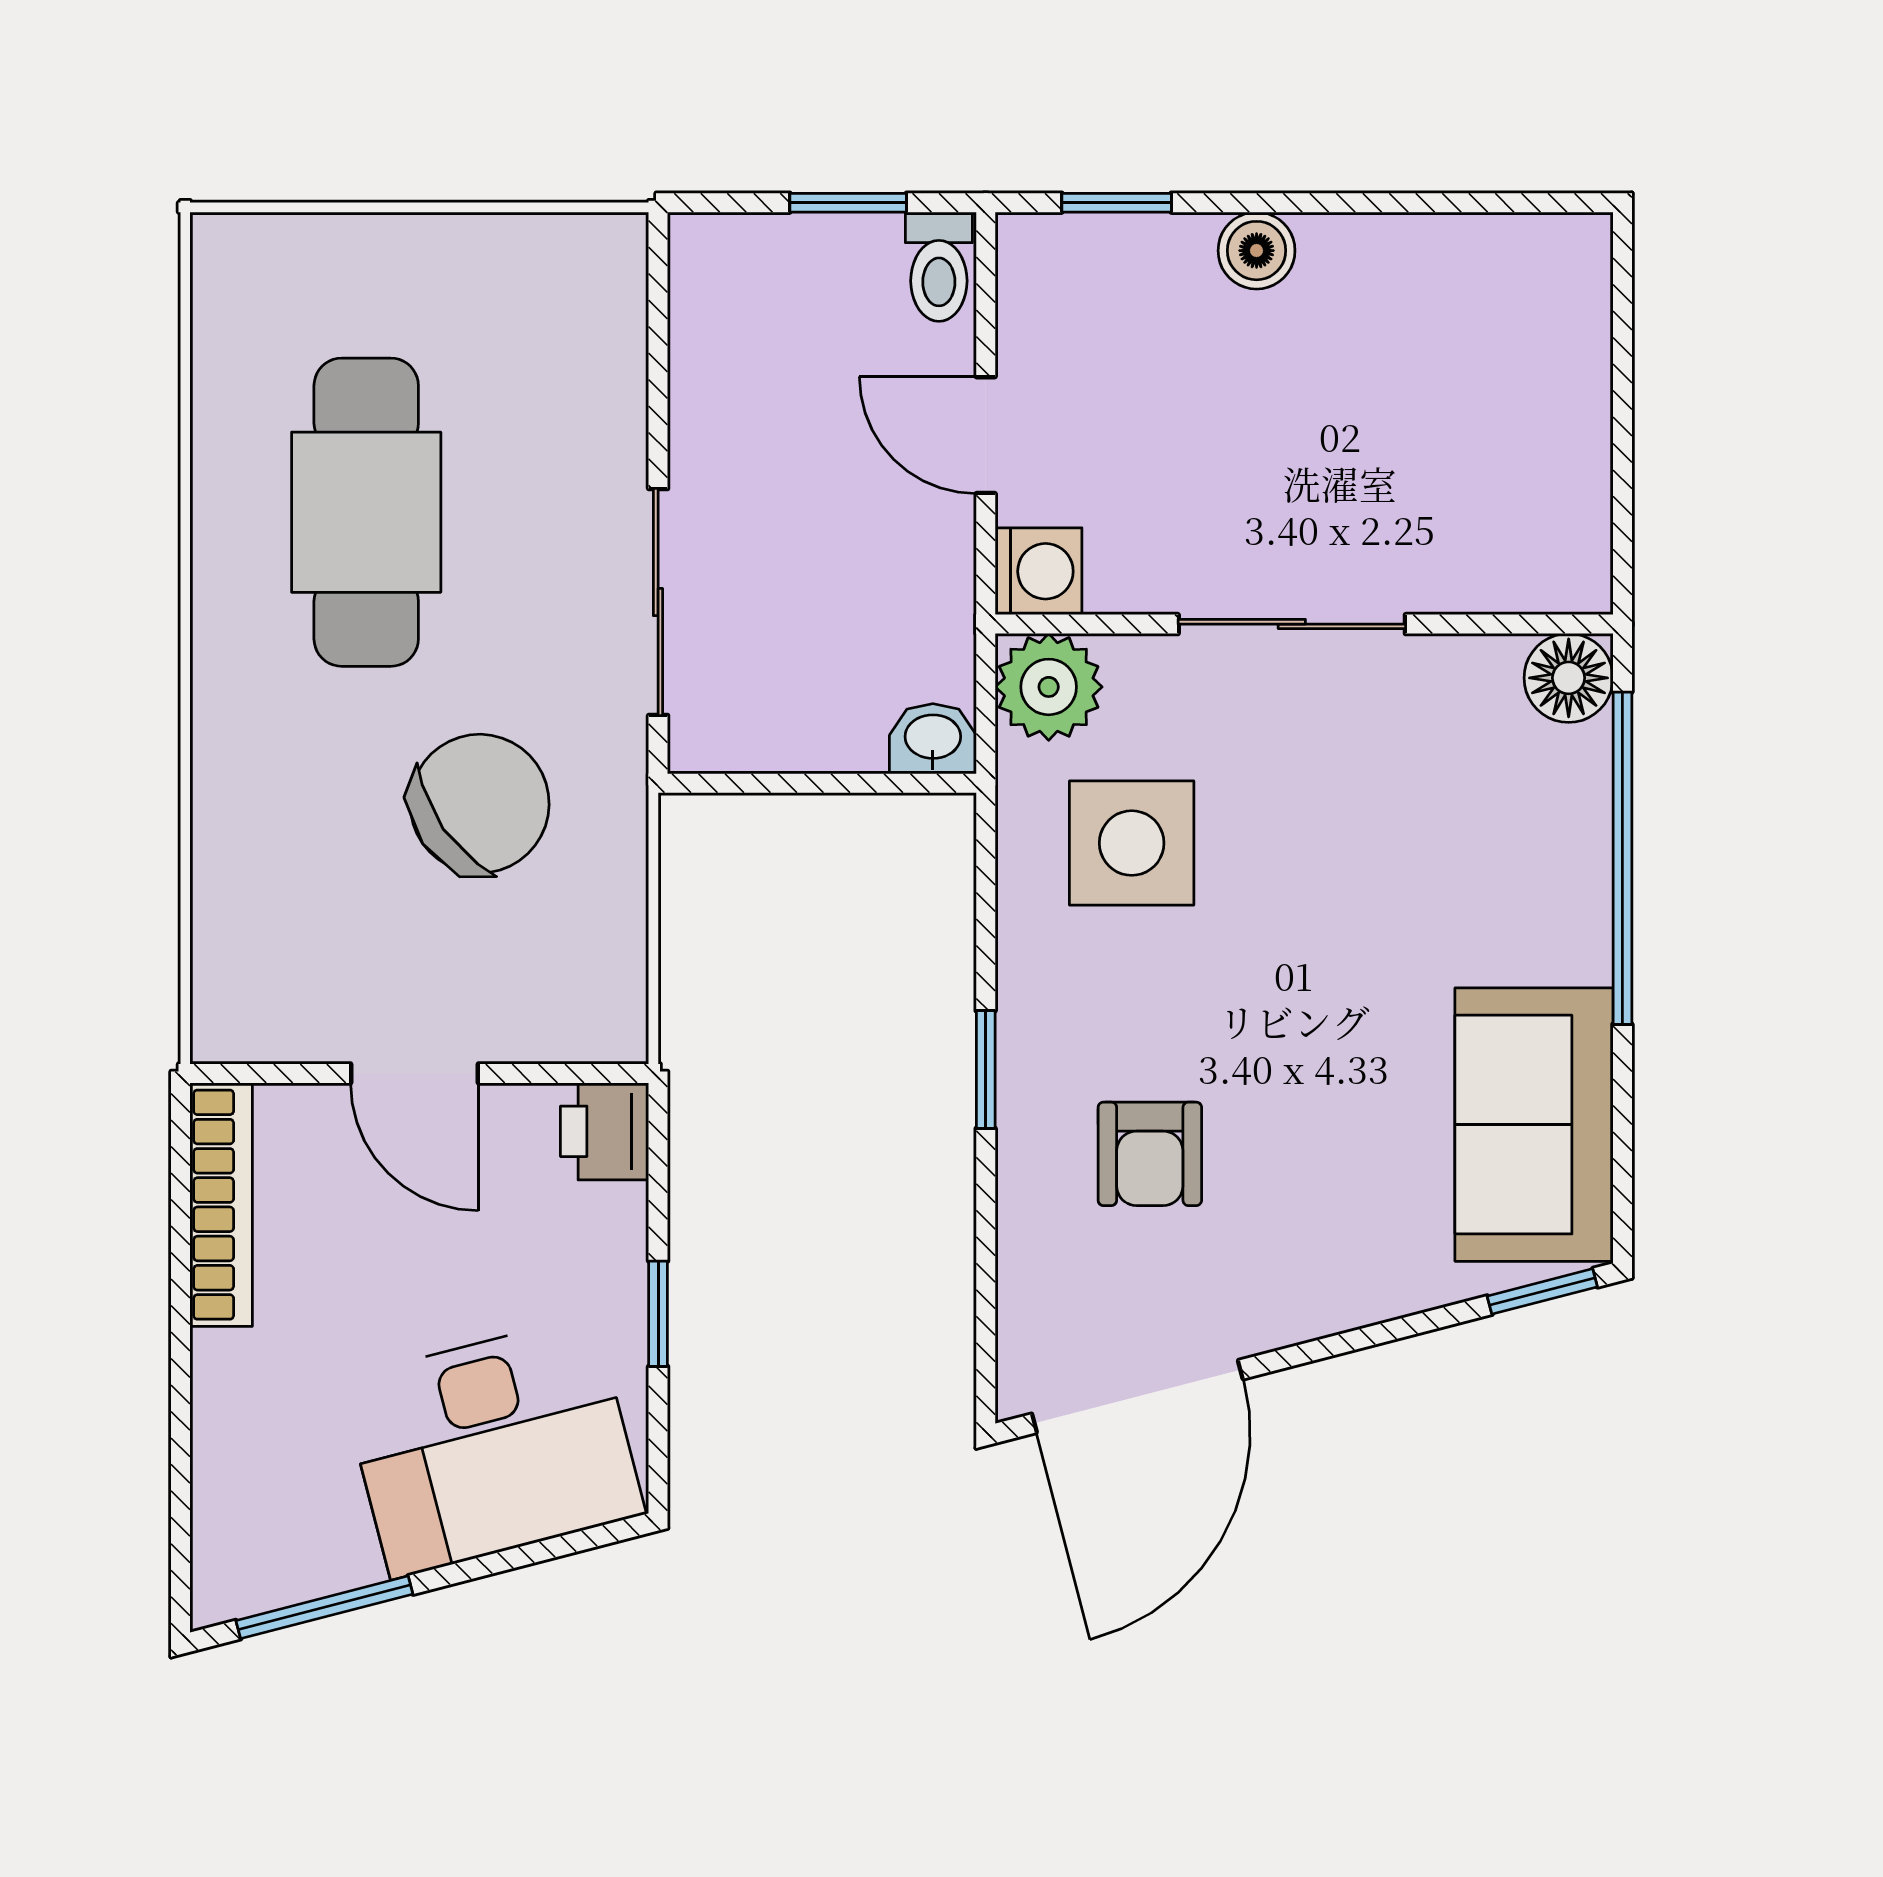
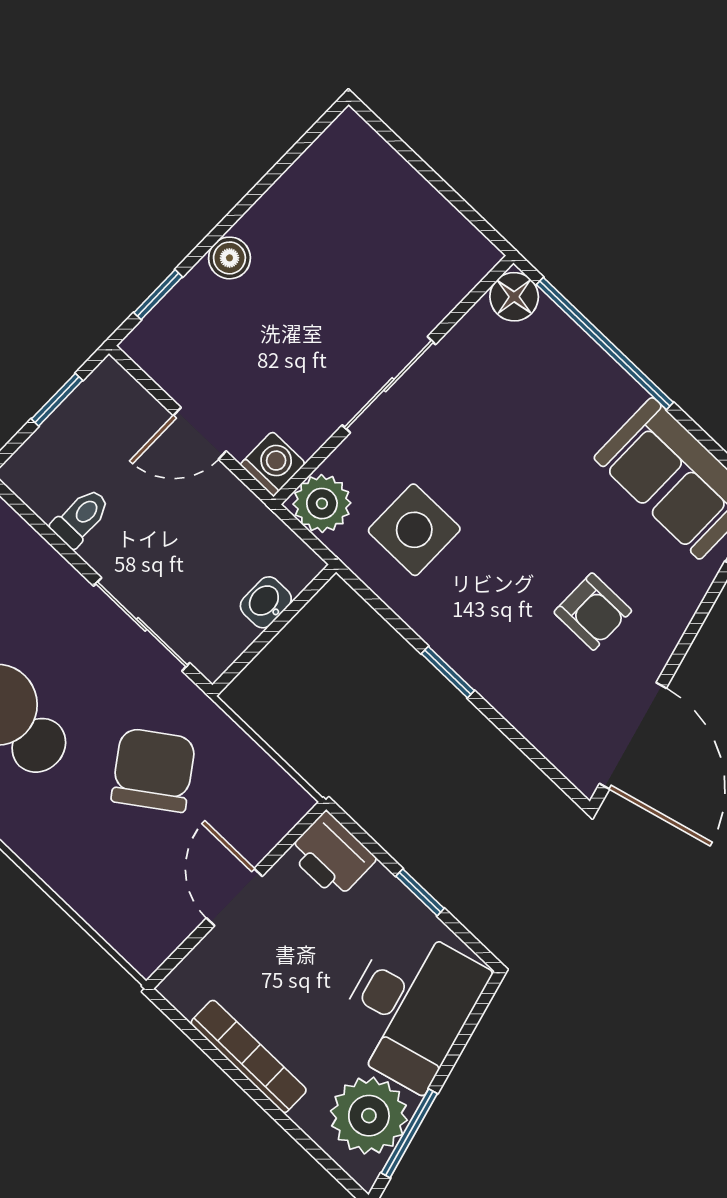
toilet: (939, 267) -> (81, 518), moved, turned -90
washbasin: (933, 739) -> (266, 602), moved
door: (414, 1073) -> (234, 897), swing flipped
printer: (605, 1131) -> (332, 855), width x1.36, depth x1.24
armchair: (1150, 1154) -> (593, 612), moved
bookcase: (221, 1205) -> (249, 1056), moved
plant: (296, 1531) -> (369, 1116), added

